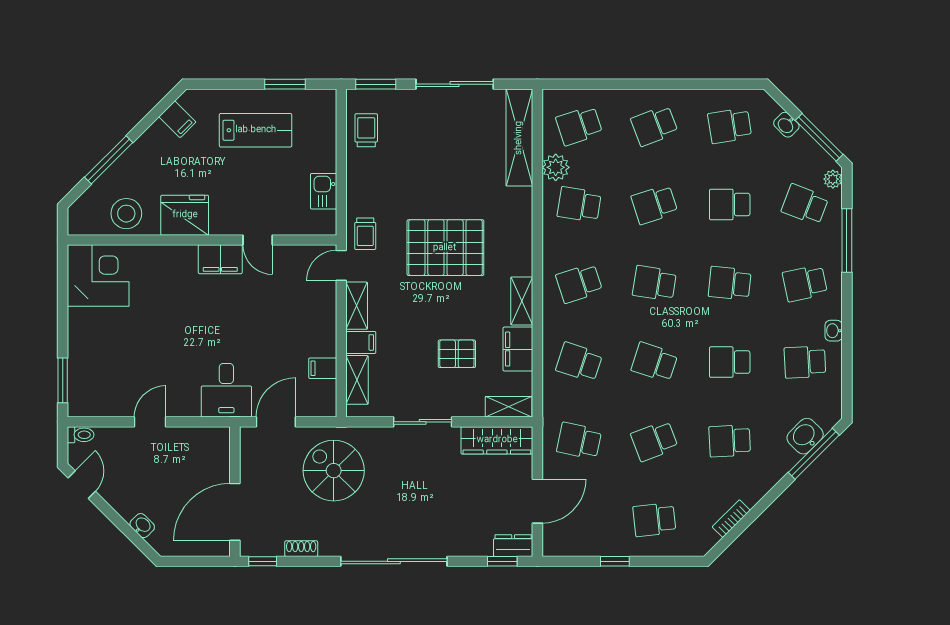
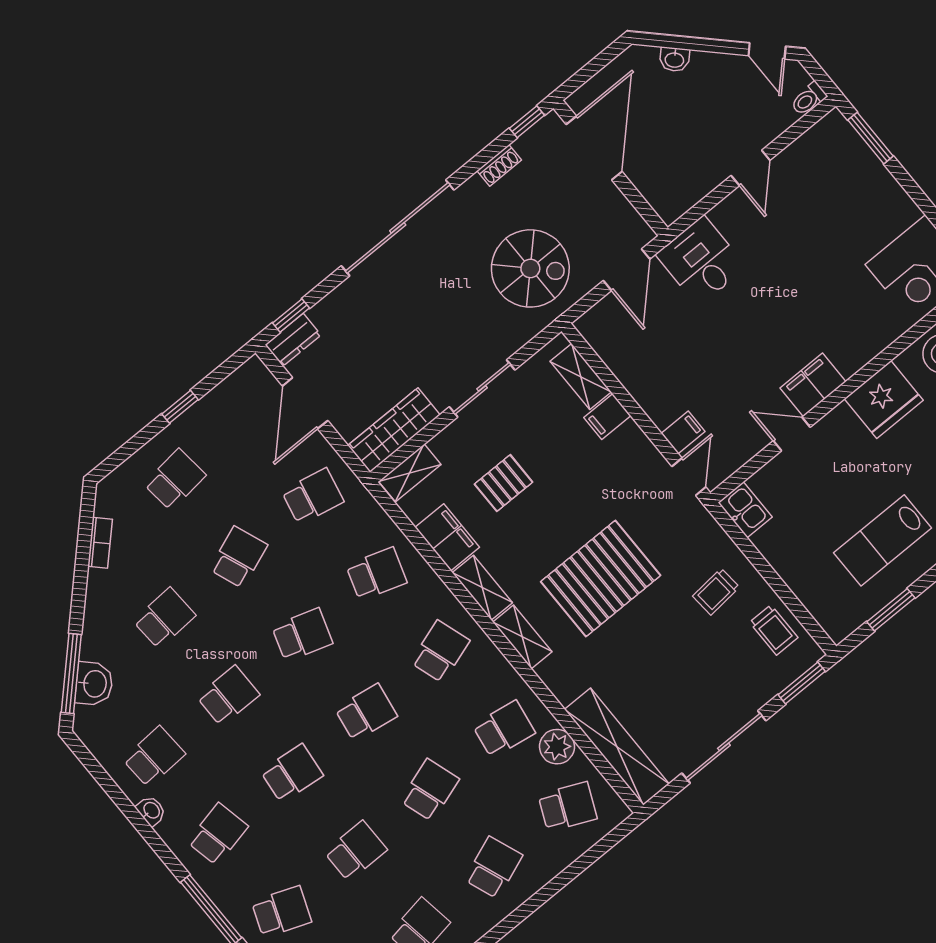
school desk: (579, 126) -> (568, 807), turned 42
kitchen sink: (324, 191) -> (745, 510), moved
trolley: (365, 234) -> (716, 592), moved, turned -95
shelving: (357, 306) -> (522, 637), moved
filing cabinet: (323, 368) -> (683, 432), moved

